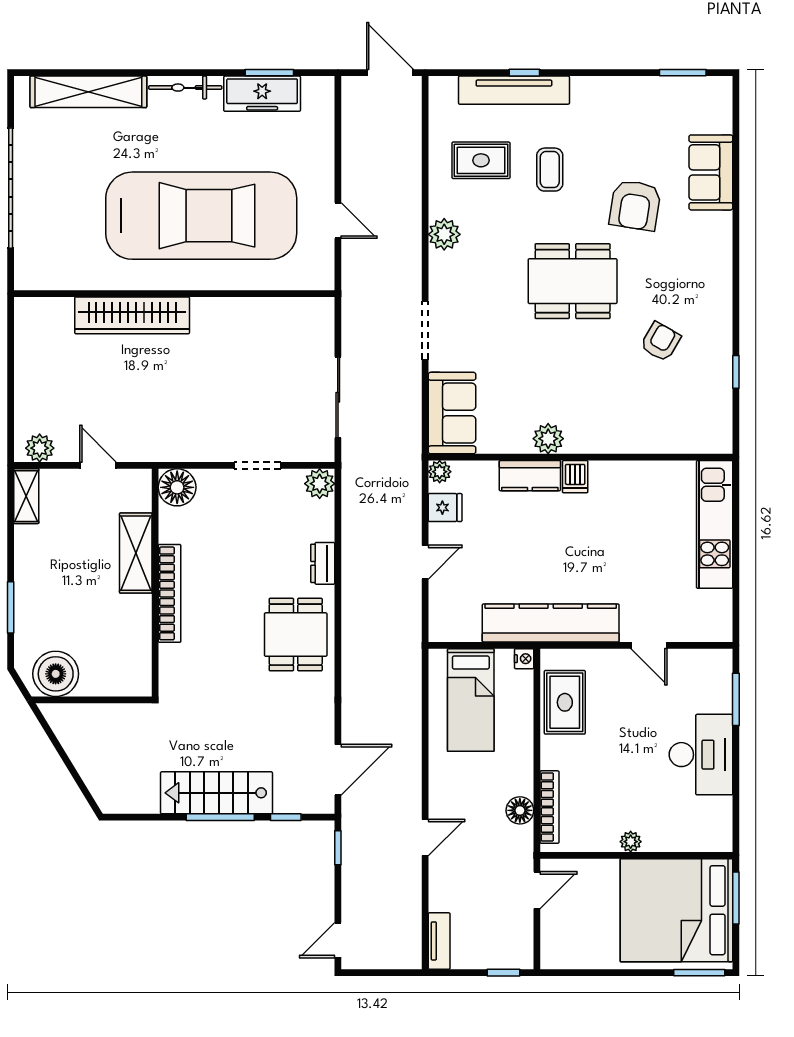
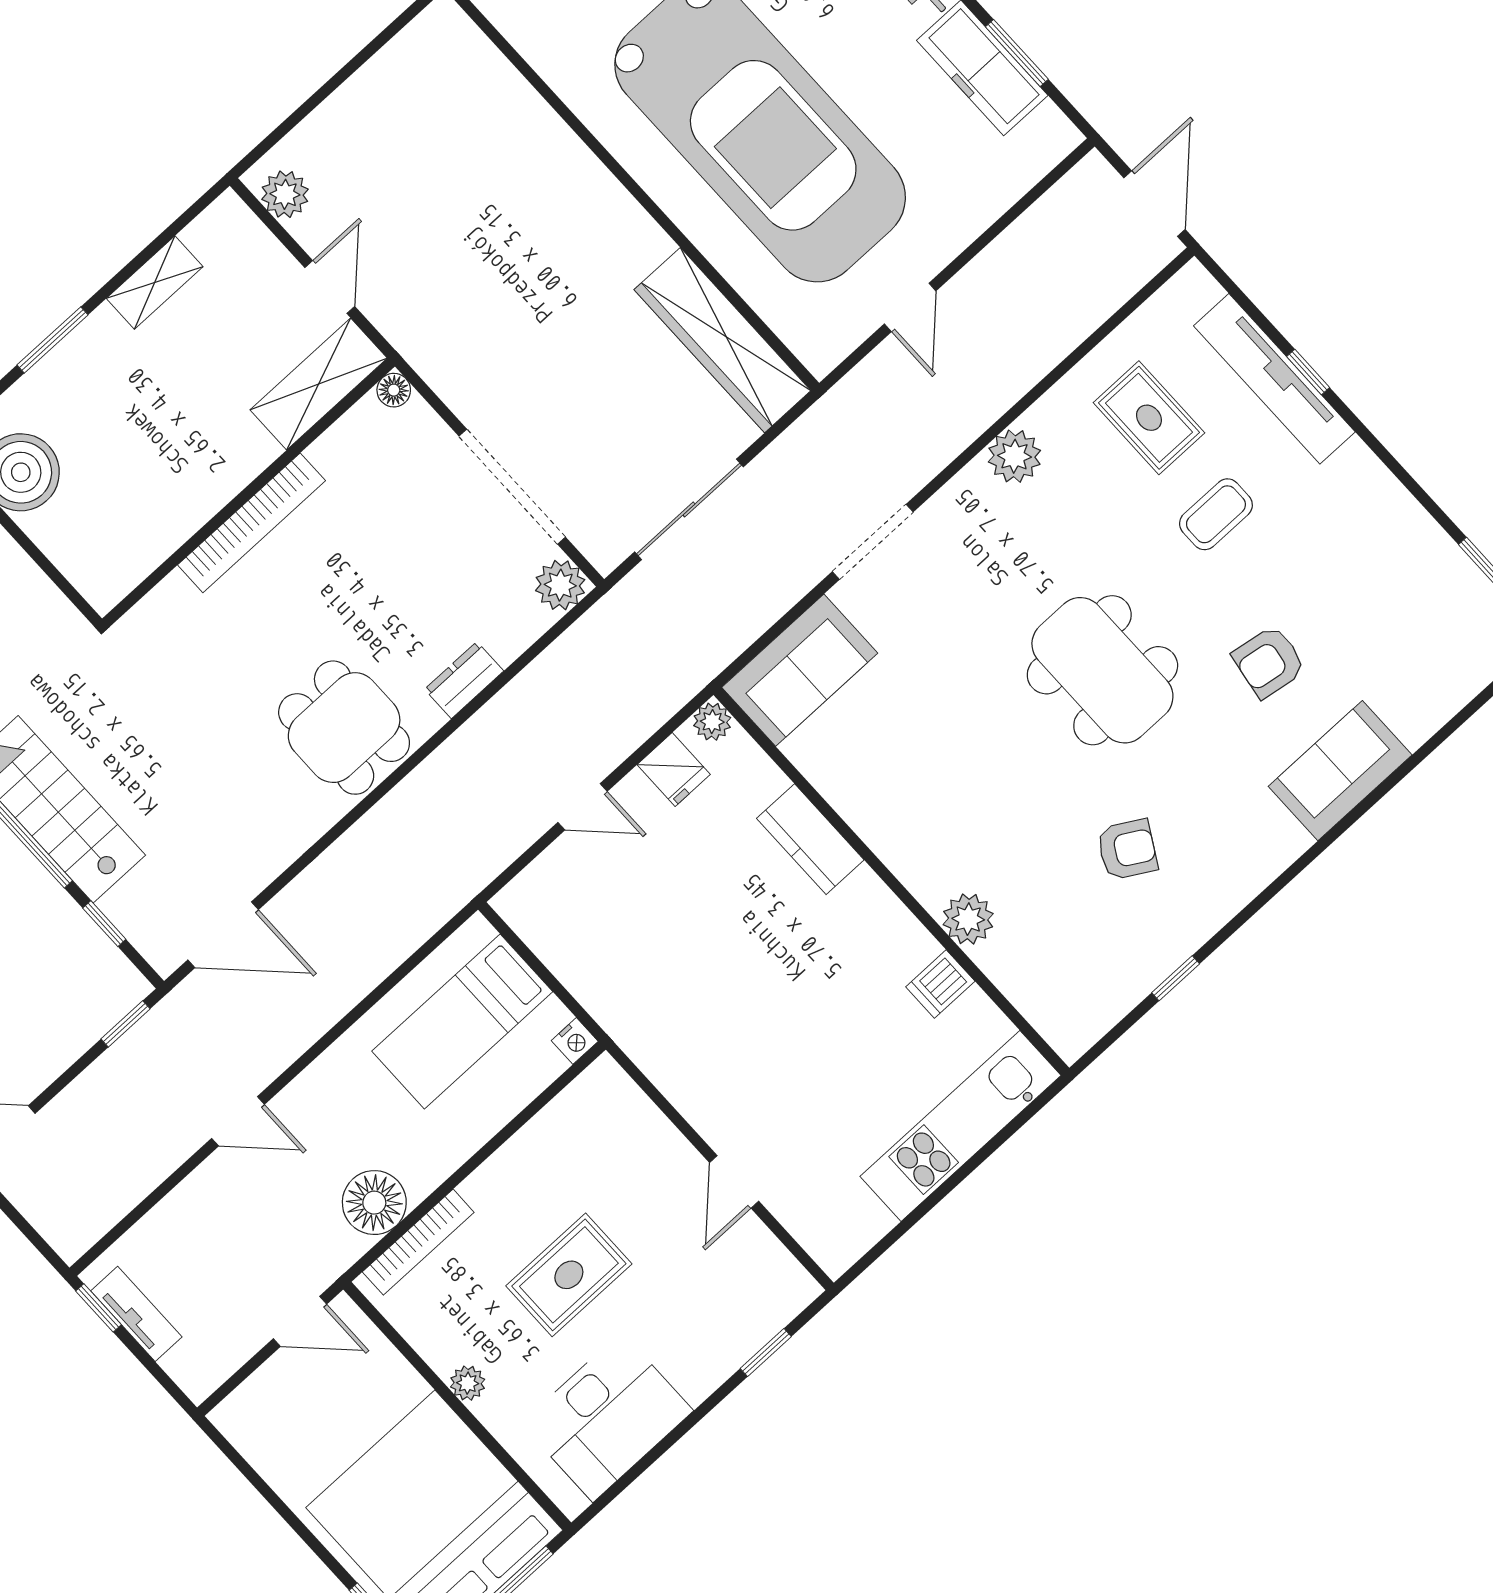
sofa: (711, 172) -> (1340, 771), moved
armchair: (635, 205) -> (1269, 662), width x0.72, depth x0.72
wardrobe: (132, 315) -> (722, 340), moved
plant: (548, 439) -> (968, 919), moved
doorway: (257, 465) -> (512, 487), width x1.87
dishwasher: (575, 477) -> (940, 984), moved
floor lamp: (177, 487) -> (394, 390), width x0.53, depth x0.53
shelving: (26, 496) -> (155, 282), moved
shelving: (136, 553) -> (319, 384), moved
kitchen counter: (551, 623) -> (650, 1033), removed
dining table: (296, 635) -> (344, 728), turned 90
window: (736, 699) -> (766, 1353), width x0.67
rug: (565, 702) -> (569, 1275), moved
desk: (701, 755) -> (607, 1417), moved
floor lamp: (520, 810) -> (374, 1203), width x1.38, depth x1.38
tv unit: (439, 941) -> (136, 1314), moved, turned -90
window: (503, 973) -> (99, 1308), moved

